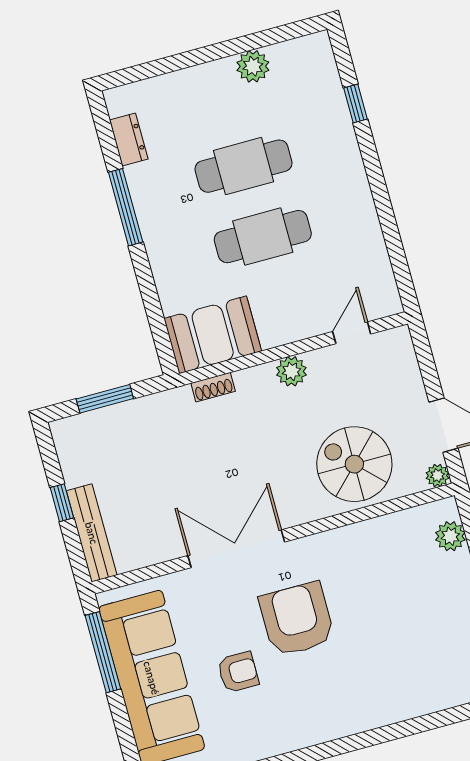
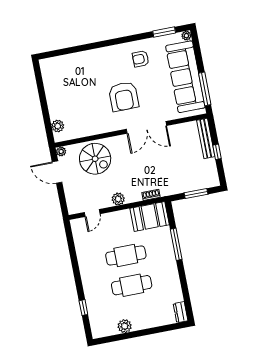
dresser: (129, 139) -> (181, 312), moved
window: (126, 207) -> (176, 244), moved
armchair: (238, 672) -> (141, 59), moved

